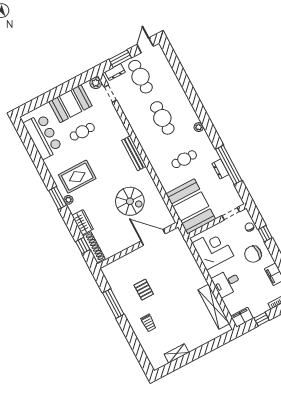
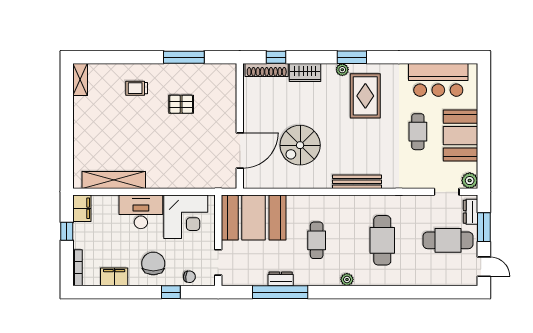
cafe table: (162, 118) -> (382, 240), turned 90
desk: (227, 283) -> (141, 212), width x1.37
shelving: (177, 353) -> (80, 80), moved

